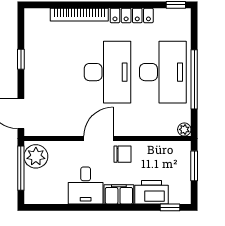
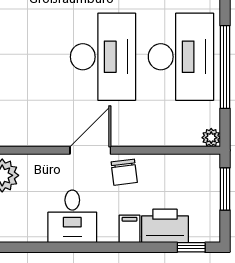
chair: (122, 154) -> (124, 172), turned 83
filing cabinet: (119, 194) -> (130, 229), width x0.50

